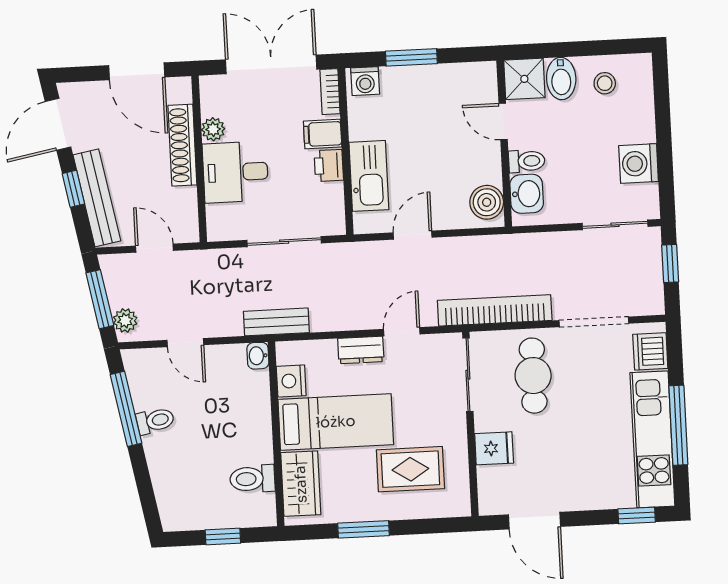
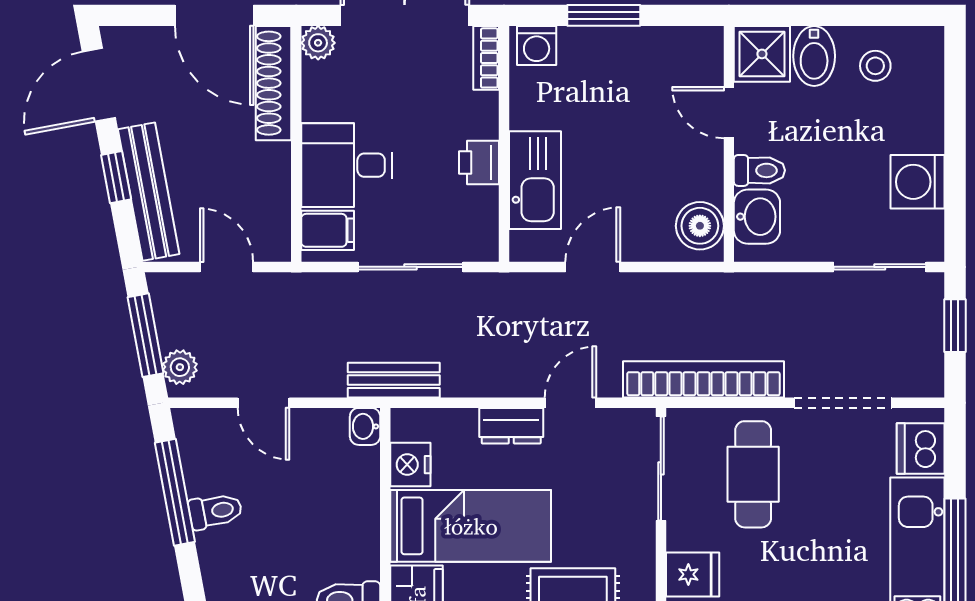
plant: (213, 129) -> (318, 43), moved
filing cabinet: (323, 134) -> (328, 230), moved, turned 180
shoe rack: (182, 145) -> (273, 83), moved

